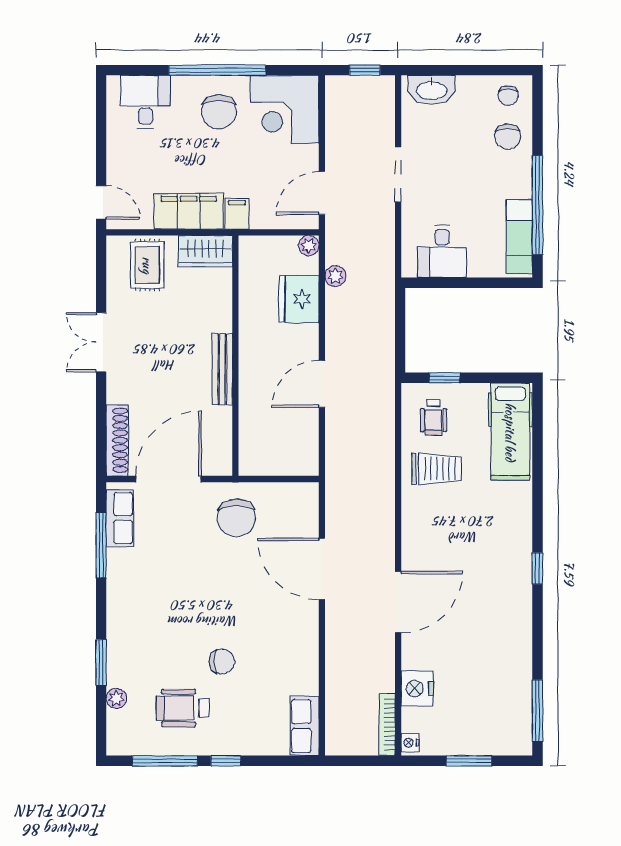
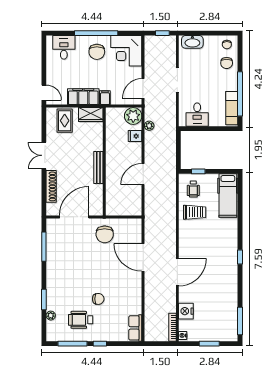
plant: (309, 246) -> (133, 116), width x1.87, depth x1.87
fridge: (299, 299) -> (135, 136), width x0.53, depth x0.75
shoe rack: (117, 440) -> (51, 186), moved
row of seats: (120, 518) -> (52, 234), removed

